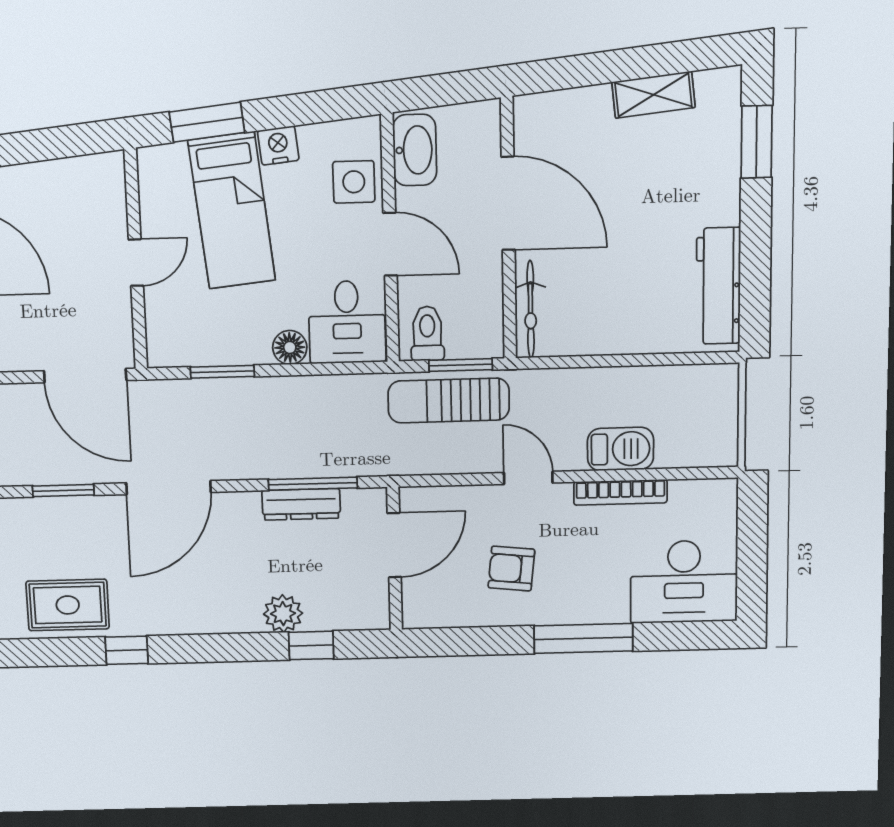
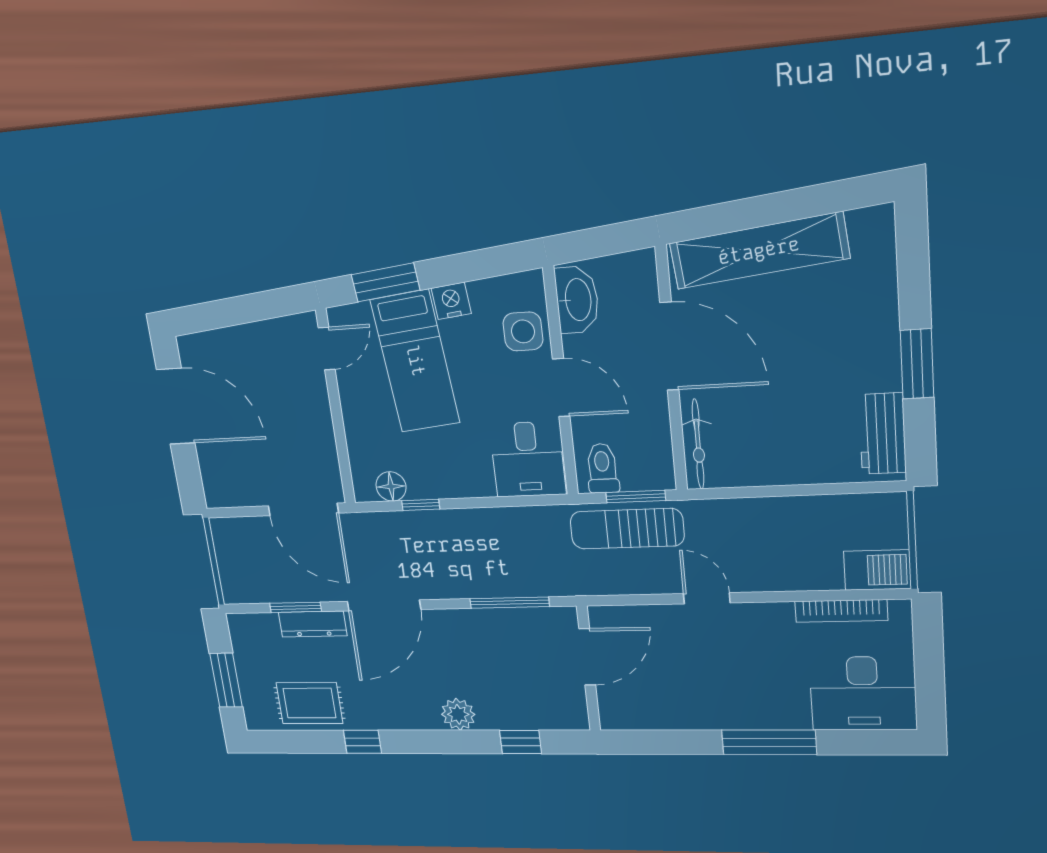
shelving: (653, 95) -> (759, 251), width x2.20, depth x1.33
window: (757, 142) -> (917, 364), moved
door: (136, 263) -> (327, 349), moved
workbench: (718, 286) -> (882, 434), width x0.73
floor lamp: (290, 347) -> (391, 486), moved
window: (222, 372) -> (421, 505), width x0.67
barbecue: (621, 449) -> (877, 570), moved
bookcase: (620, 492) -> (841, 611), moved
dresser: (301, 504) -> (313, 624), moved
armchair: (511, 569) -> (697, 679), removed
plant: (283, 614) -> (458, 714), moved

